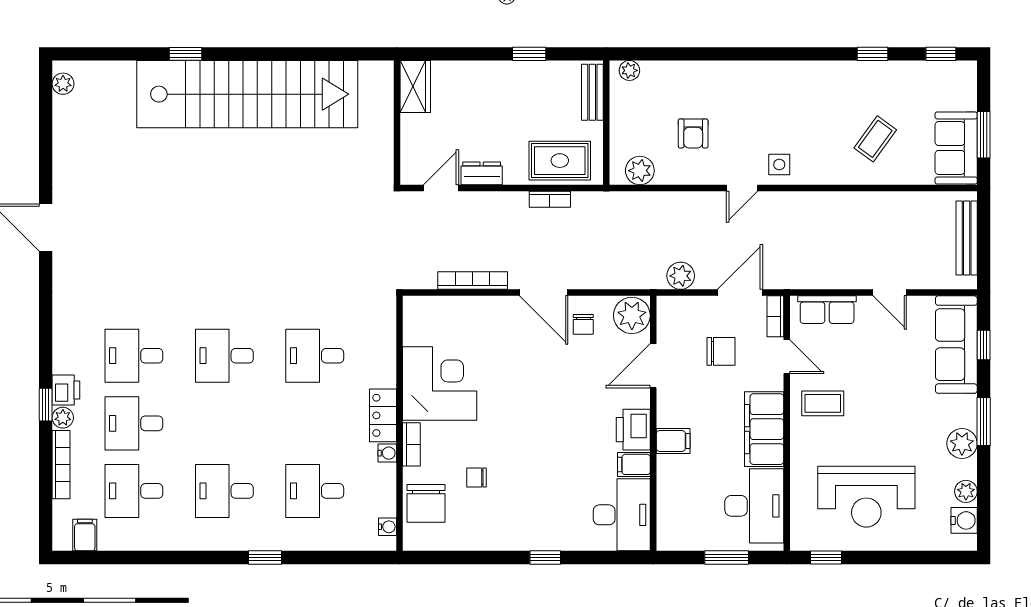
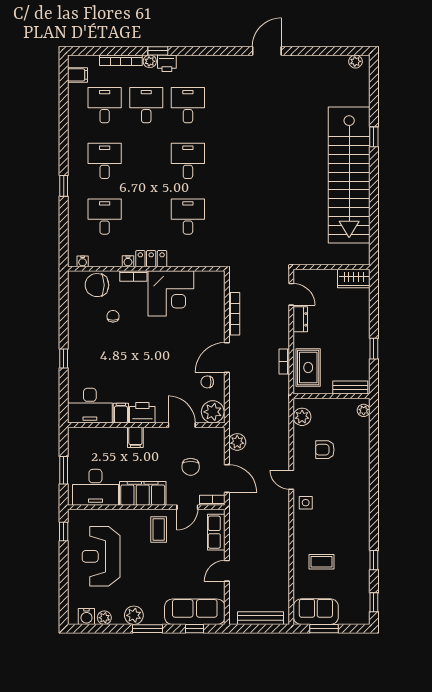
coffee table: (875, 139) -> (321, 562), turned -36

